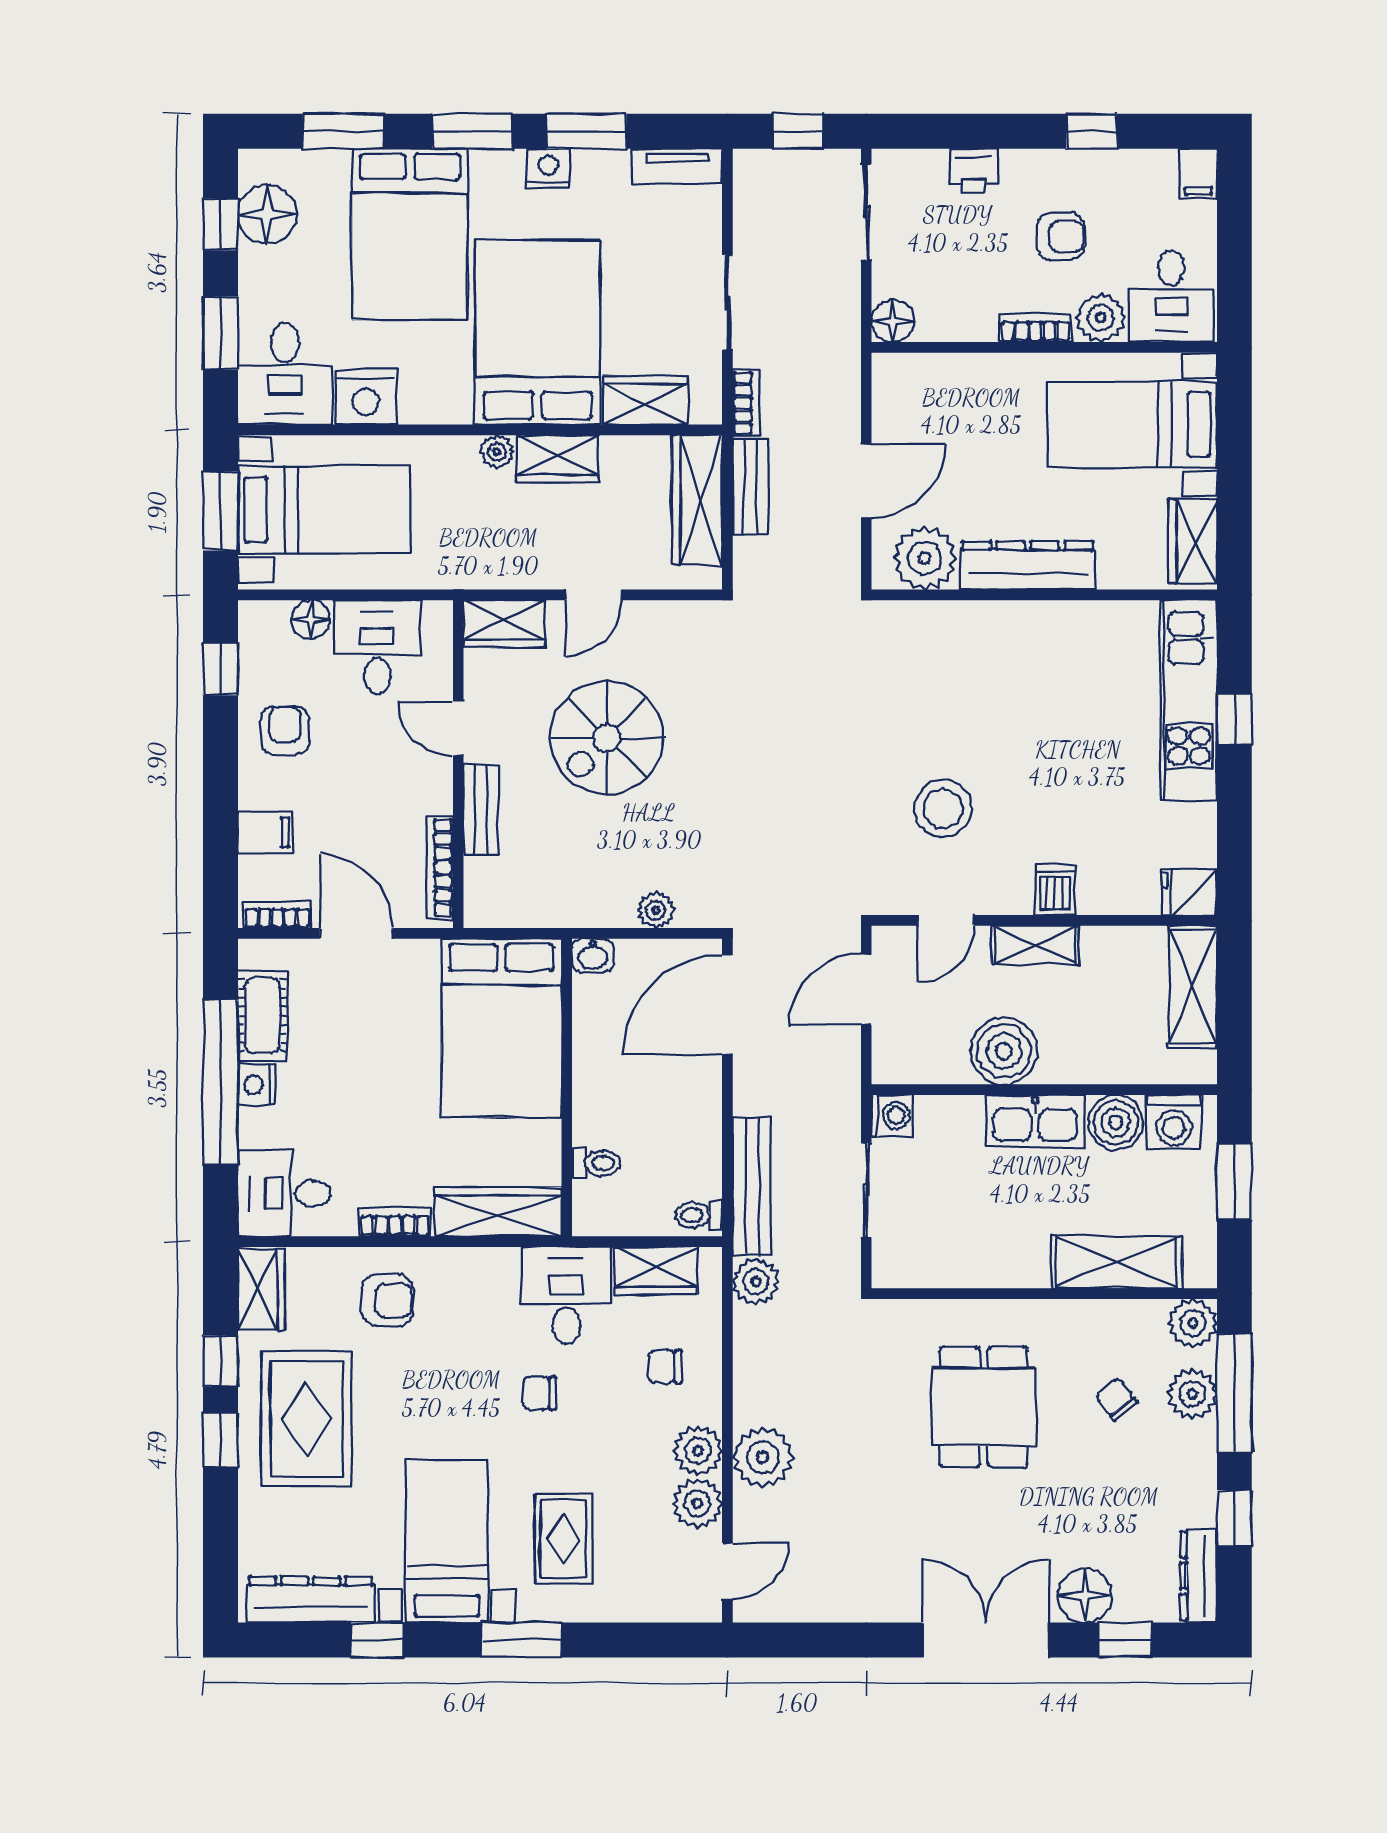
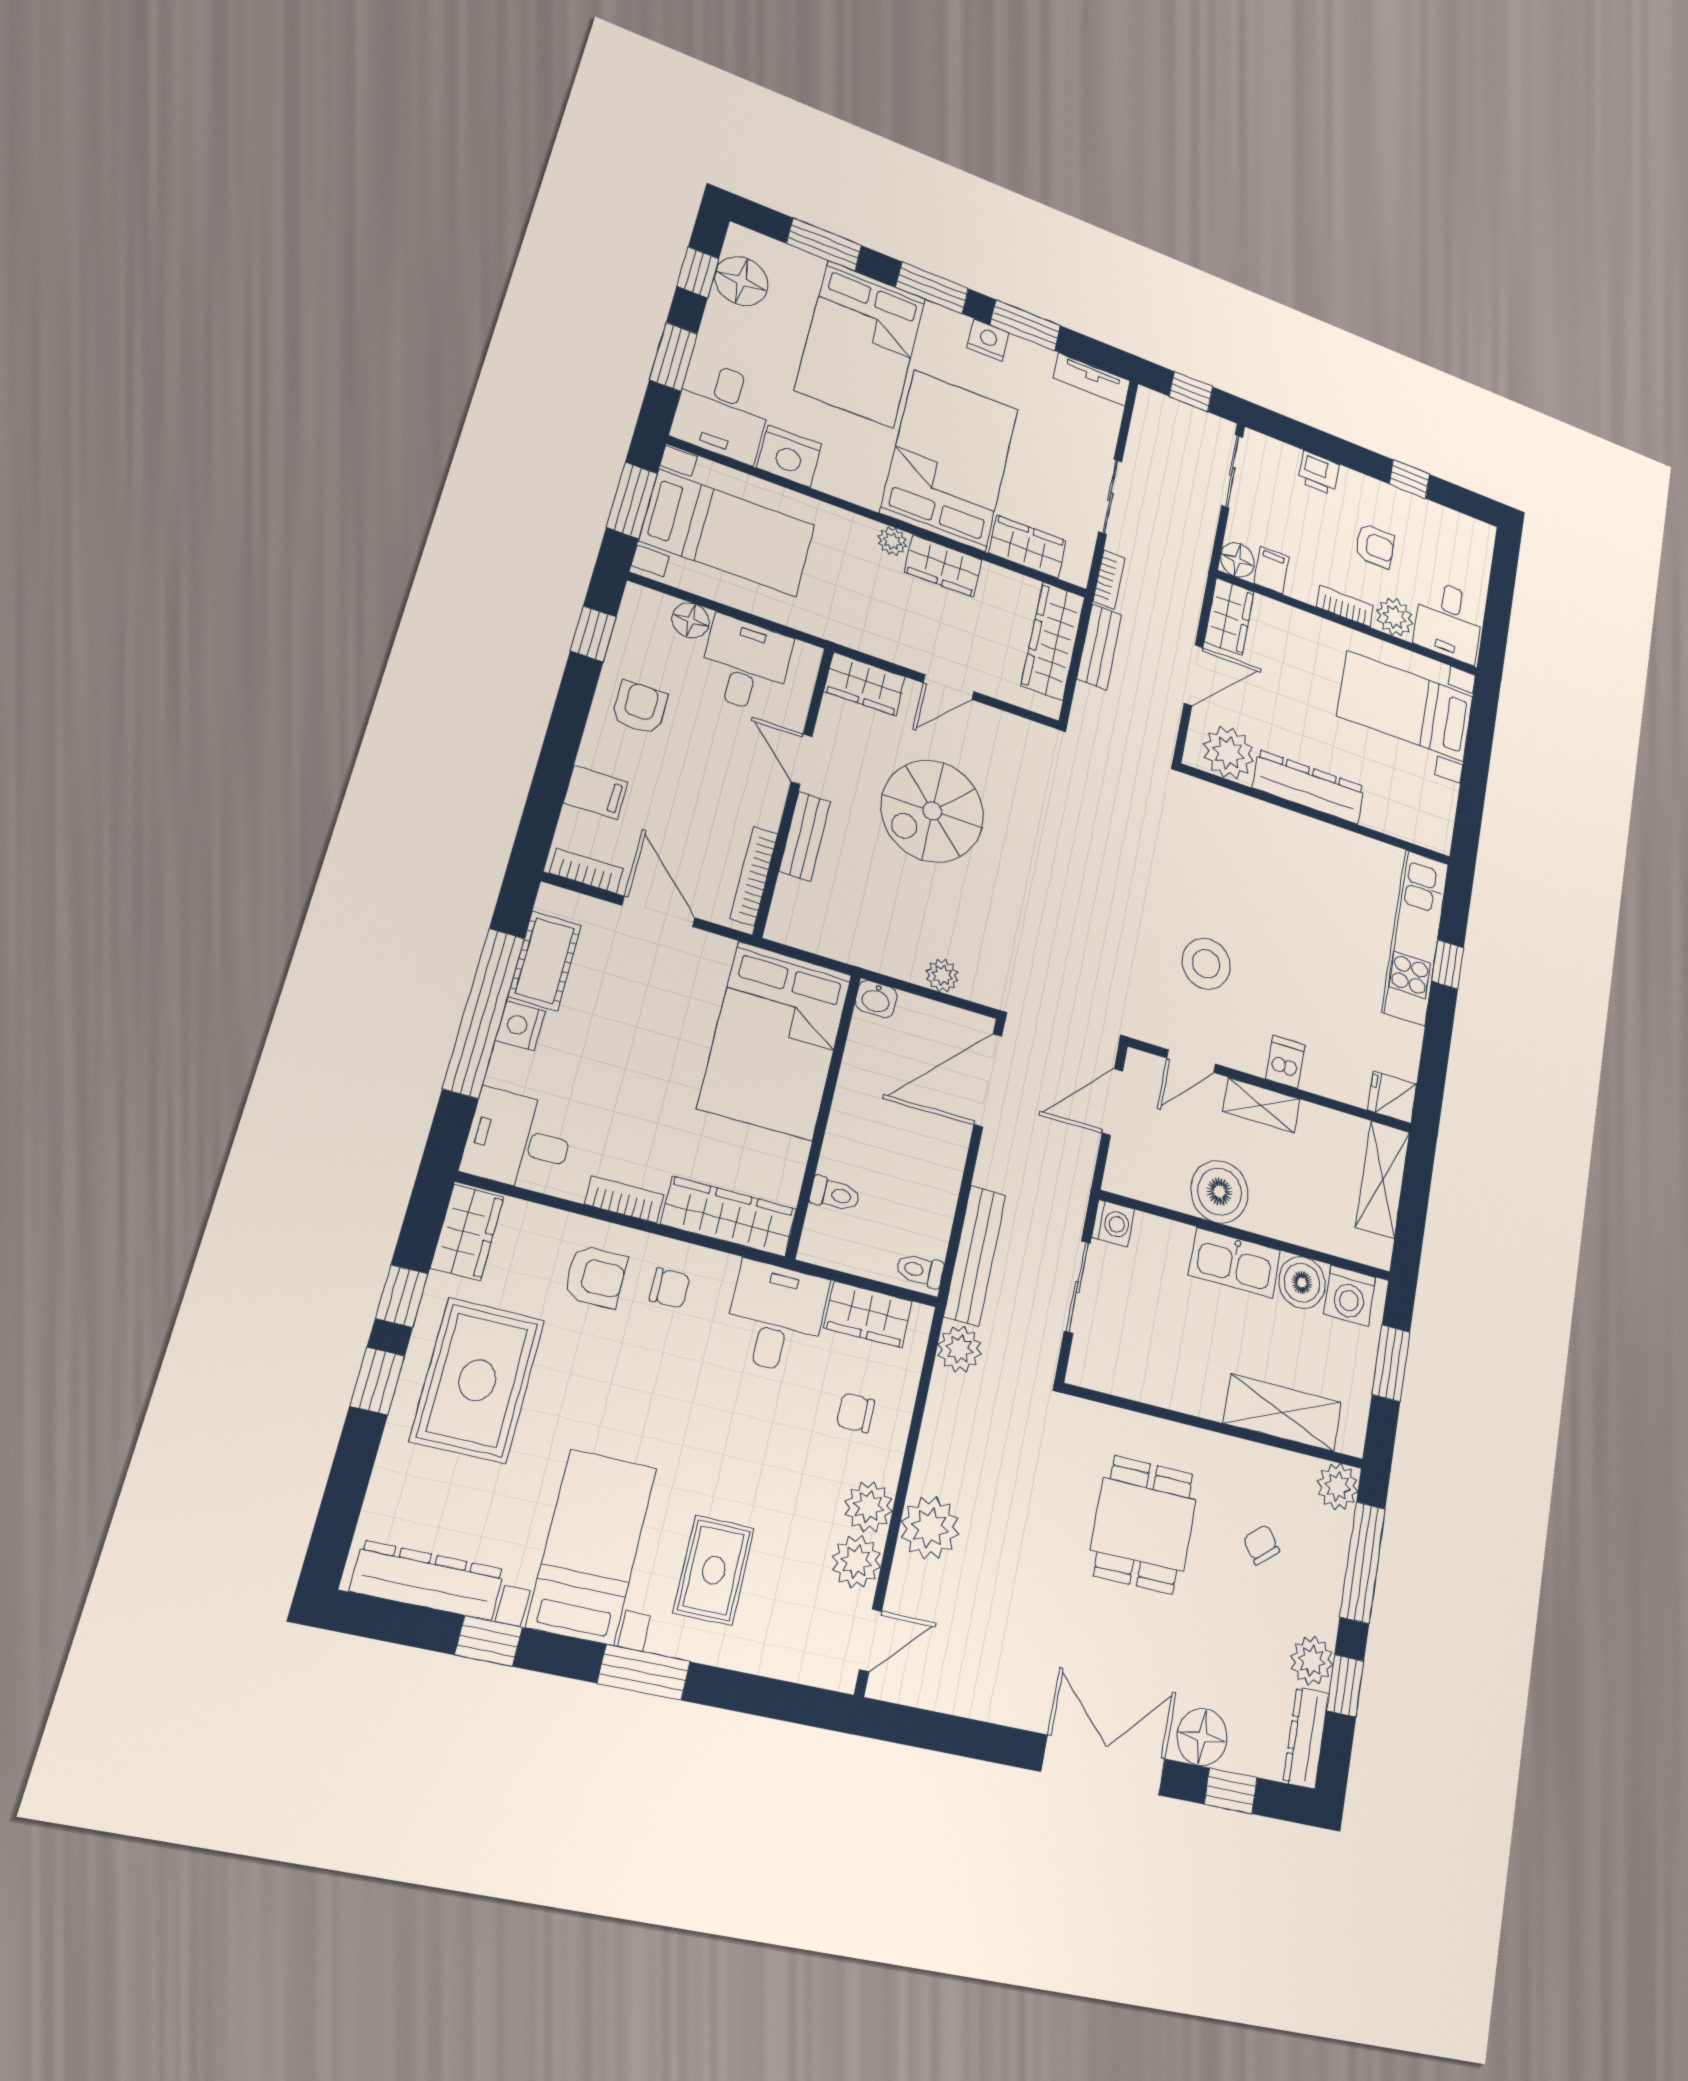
filing cabinet: (1198, 174) -> (1271, 570), moved, turned 180
wardrobe: (1193, 541) -> (1229, 617), moved, turned 180
chair: (540, 1393) -> (670, 1288), moved, turned 180
plant: (1193, 1394) -> (1312, 1661), moved

